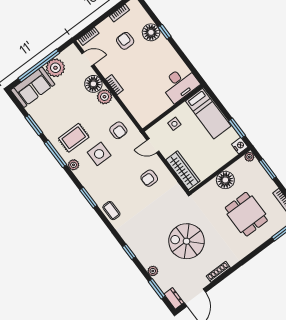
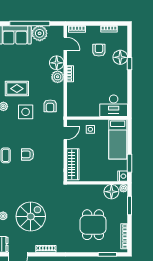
door: (153, 146) -> (65, 133), swing flipped
armchair: (149, 178) -> (27, 154), moved
floor lamp: (225, 180) -> (111, 192), moved
spiral stairs: (187, 241) -> (31, 216), moved, turned 90

